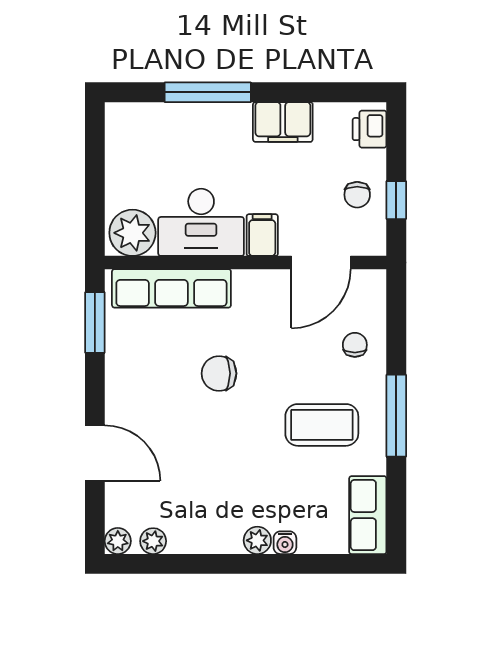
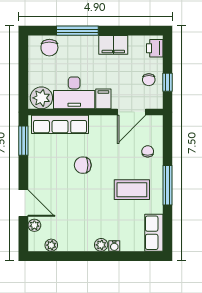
chair: (149, 128) -> (49, 48), added
plant: (118, 541) -> (34, 225), moved

